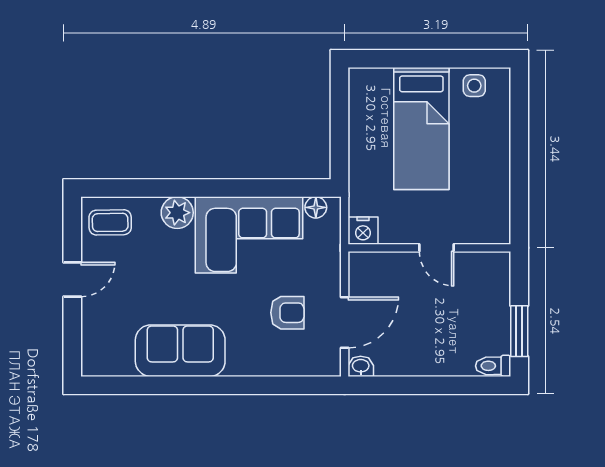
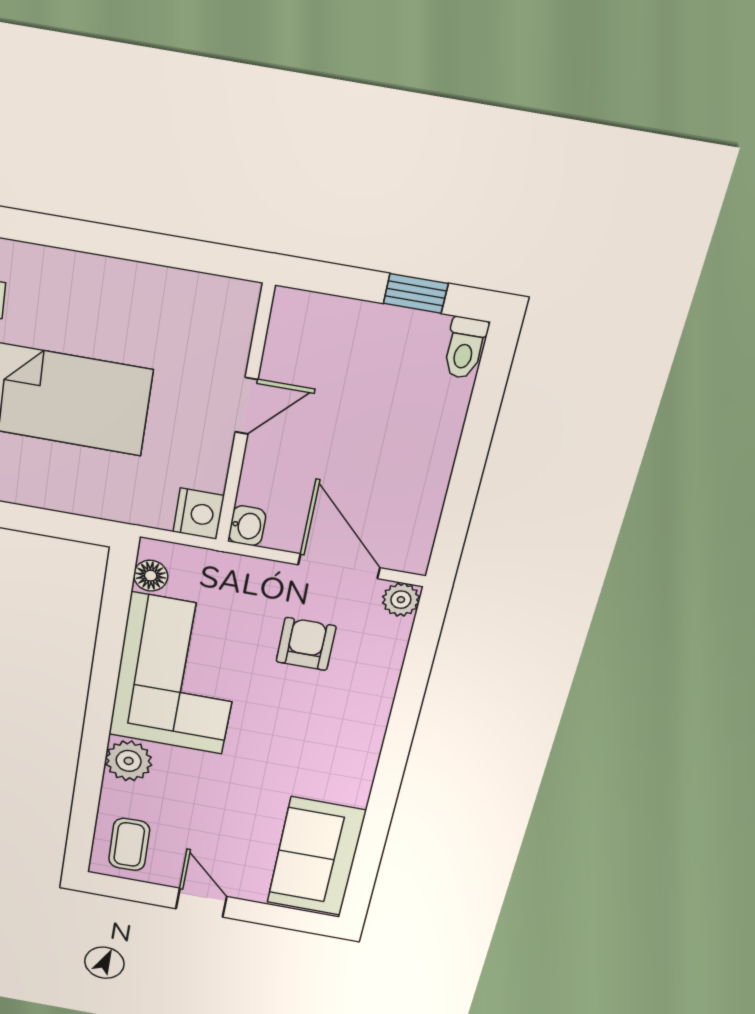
window: (519, 331) -> (416, 293), width x0.67
sofa: (180, 351) -> (316, 857), moved
plant: (329, 365) -> (401, 600), added
washbasin: (361, 366) -> (247, 526), moved, turned 180

